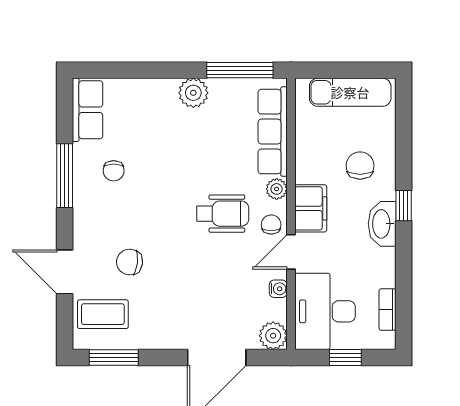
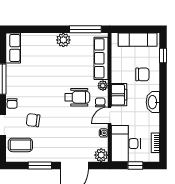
chair: (360, 166) -> (142, 74), turned 90
chair: (114, 171) -> (12, 103), moved
window: (404, 206) -> (163, 55), moved
window: (114, 357) -> (40, 165), moved

